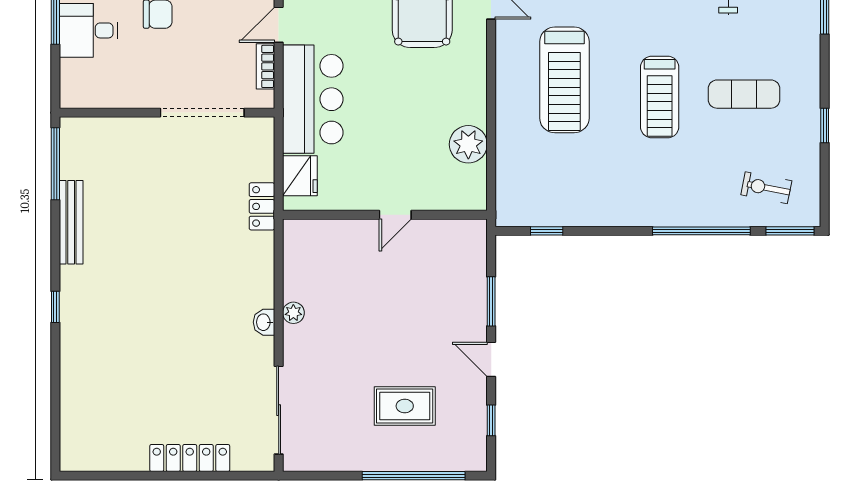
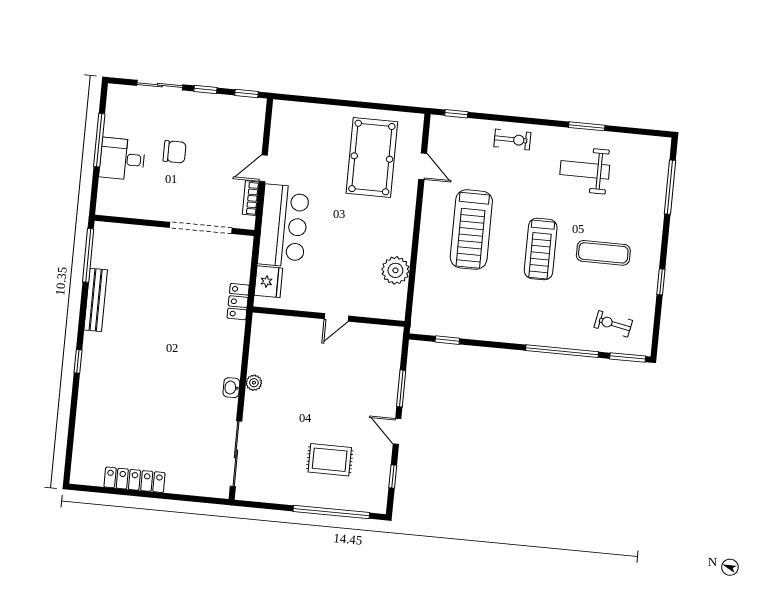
locker: (190, 458) -> (135, 480), moved

